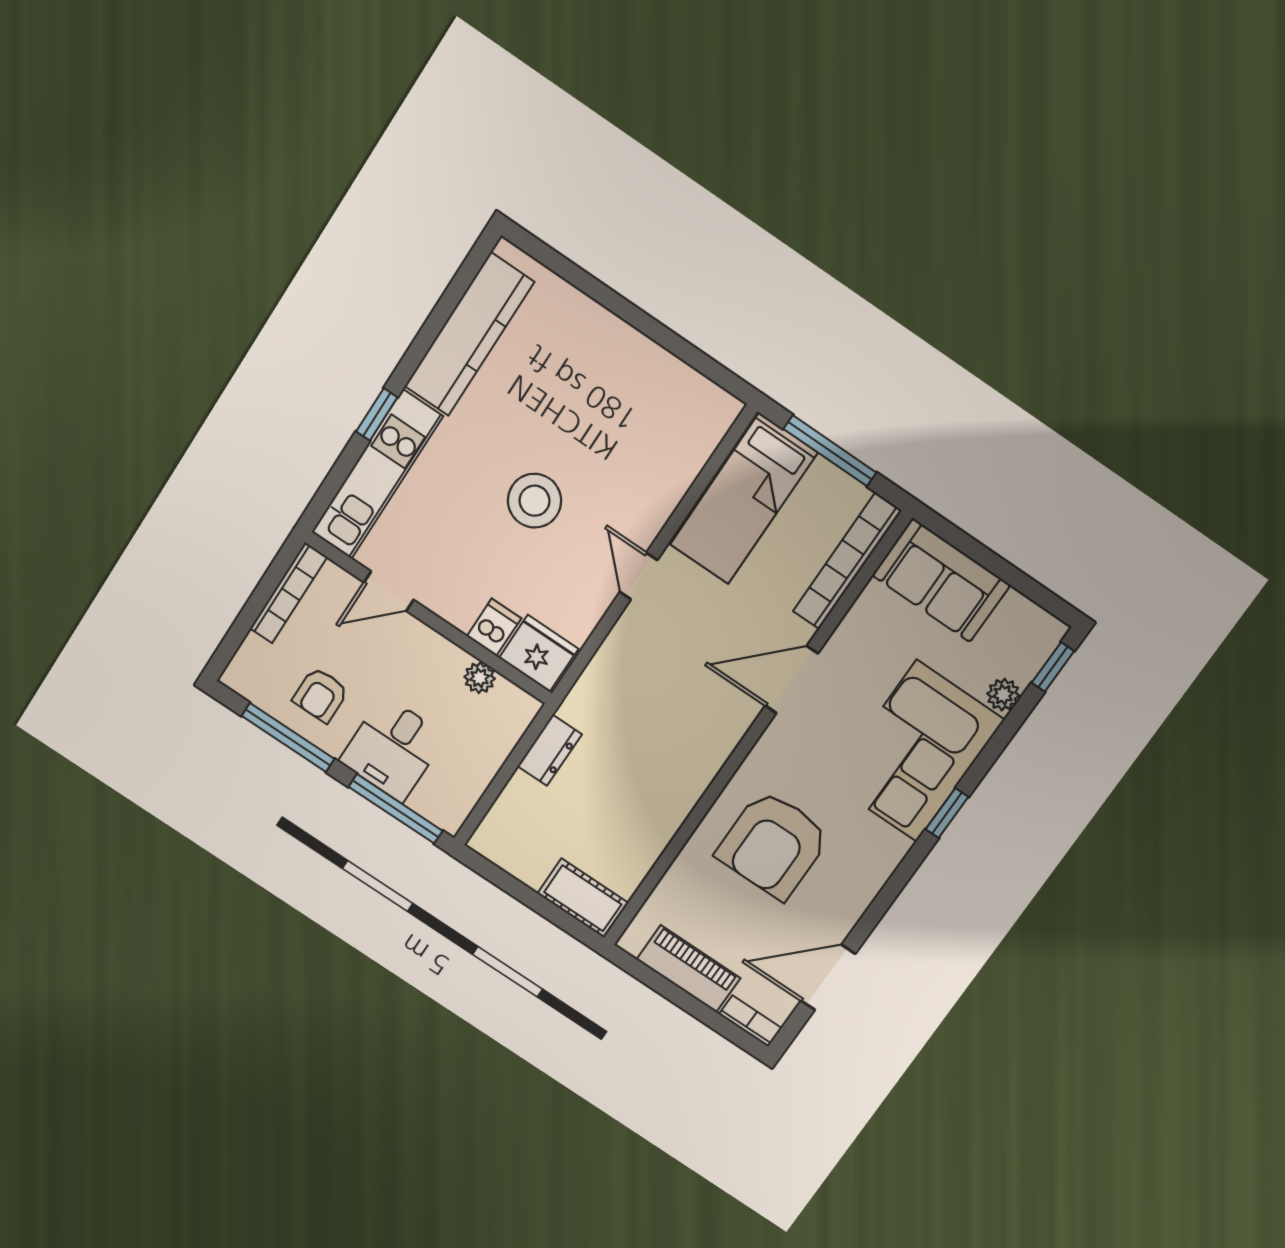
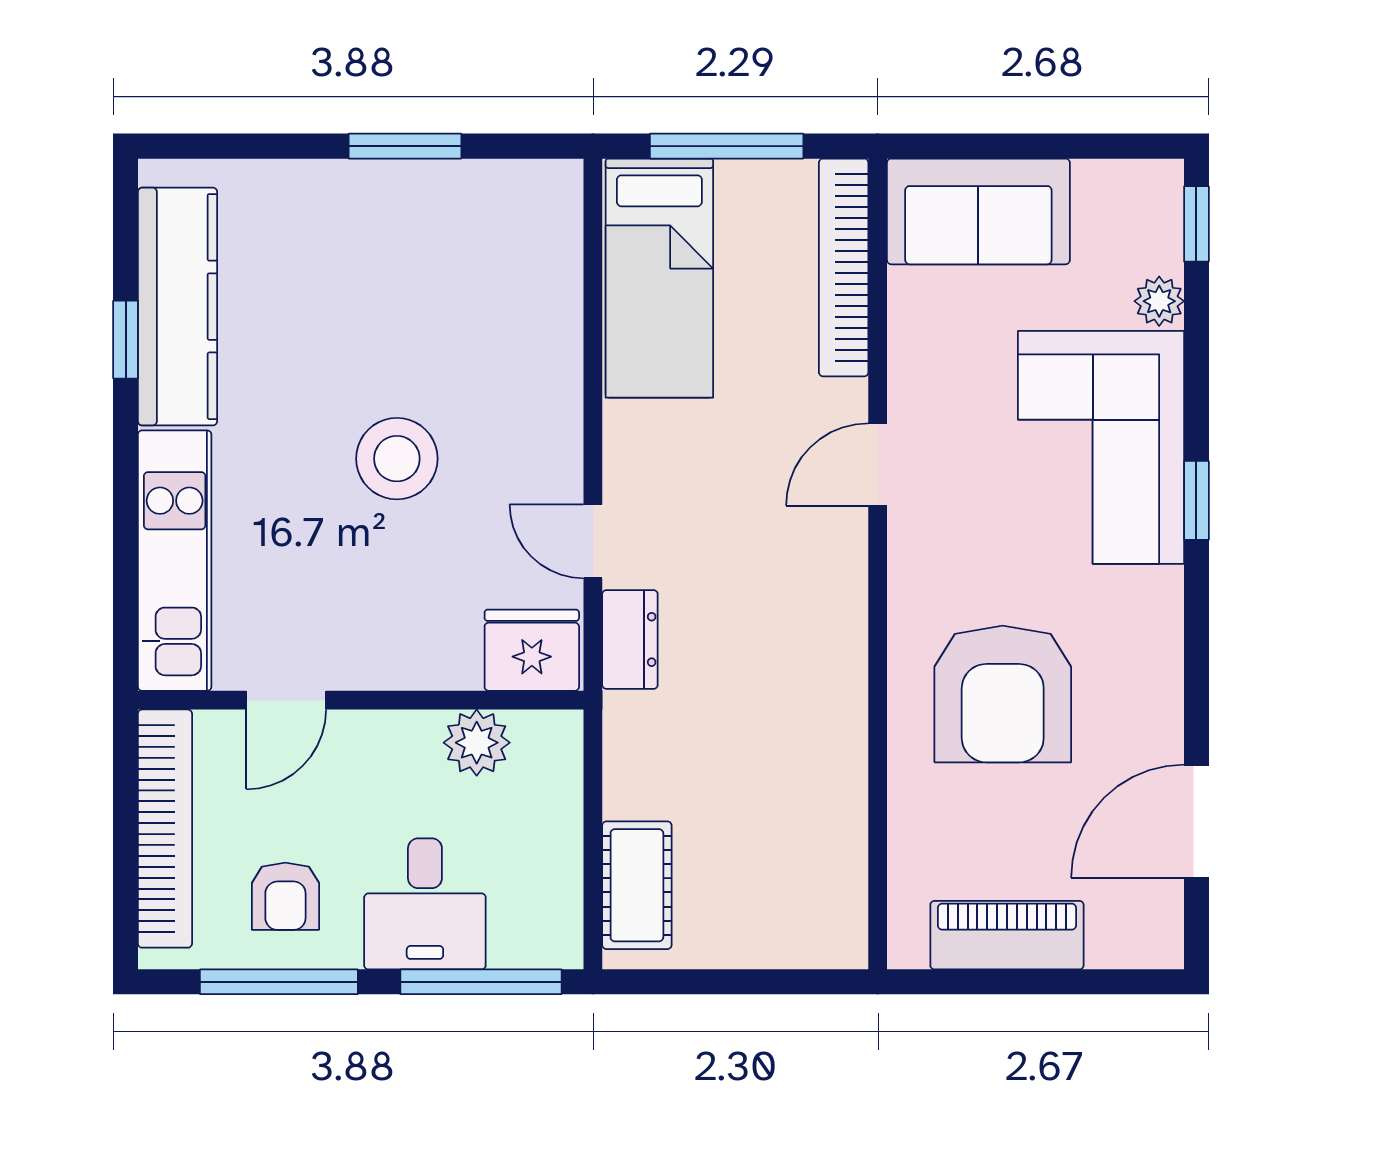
window: (654, 330) -> (405, 146), added
window: (377, 414) -> (126, 340), moved
door: (639, 576) -> (593, 541), moved
bookcase: (289, 593) -> (165, 829), width x1.48, depth x1.31
dishwasher: (494, 627) -> (452, 655), removed
plant: (480, 678) -> (477, 743), width x1.38, depth x1.38
door: (792, 680) -> (878, 464), width x0.73
dresser: (550, 750) -> (630, 639), moved
cot: (583, 898) -> (637, 885), moved, turned 90
bookcase: (750, 1021) -> (1136, 950), removed

